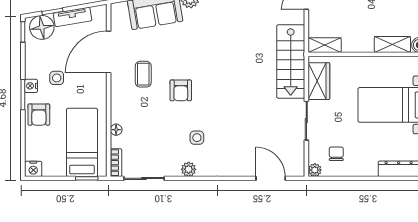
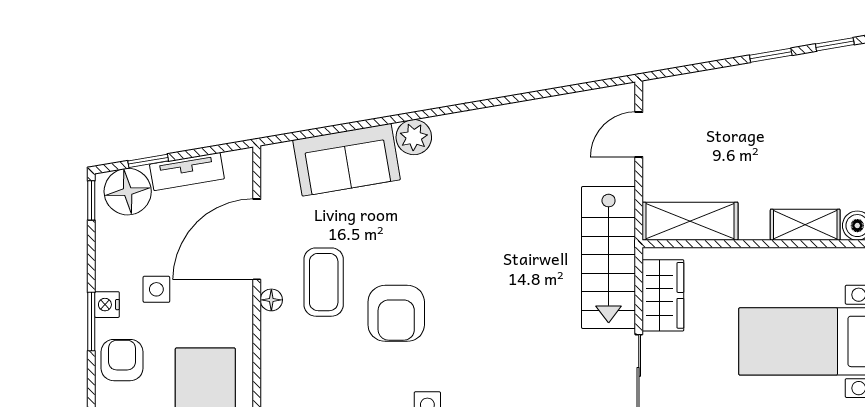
shelving: (325, 45) -> (690, 221), width x1.50, depth x1.33
coffee table: (143, 74) -> (324, 282), width x1.36, depth x1.30
armchair: (181, 90) -> (396, 313), width x1.38, depth x1.38
armchair: (39, 115) -> (122, 360), turned 180
floor lamp: (116, 130) -> (271, 300), moved

